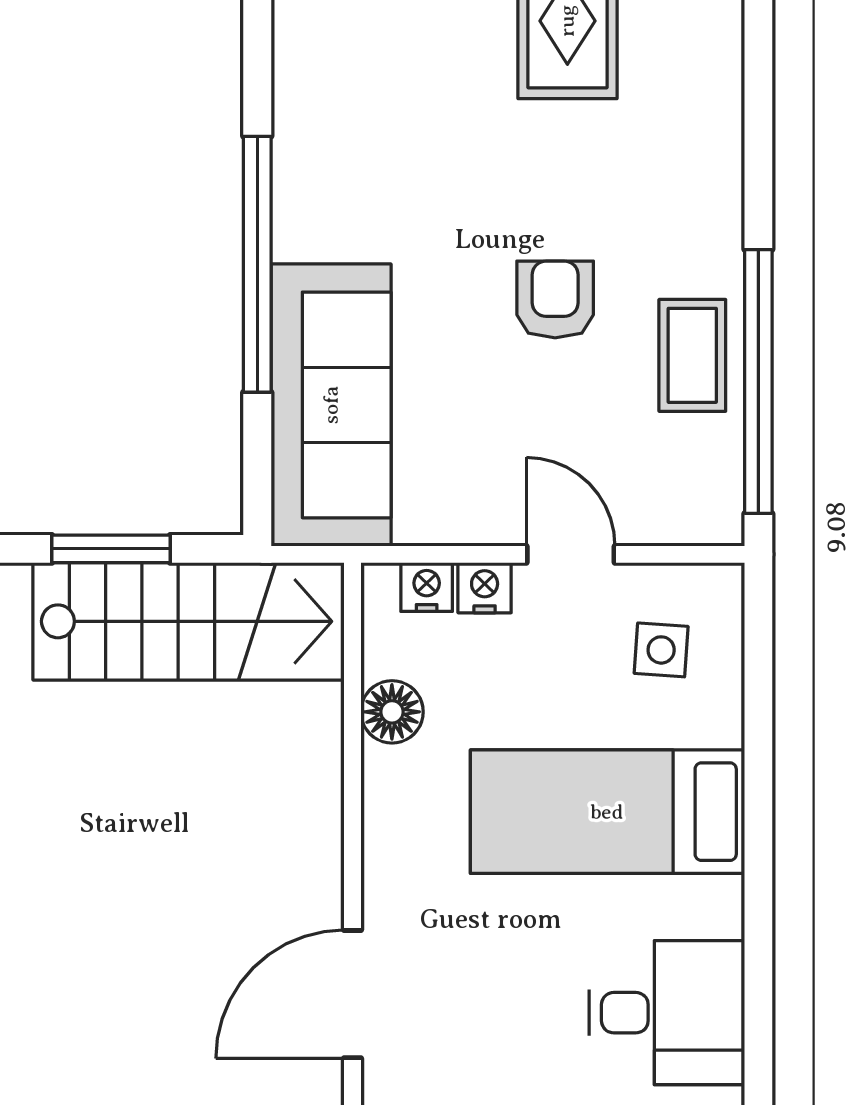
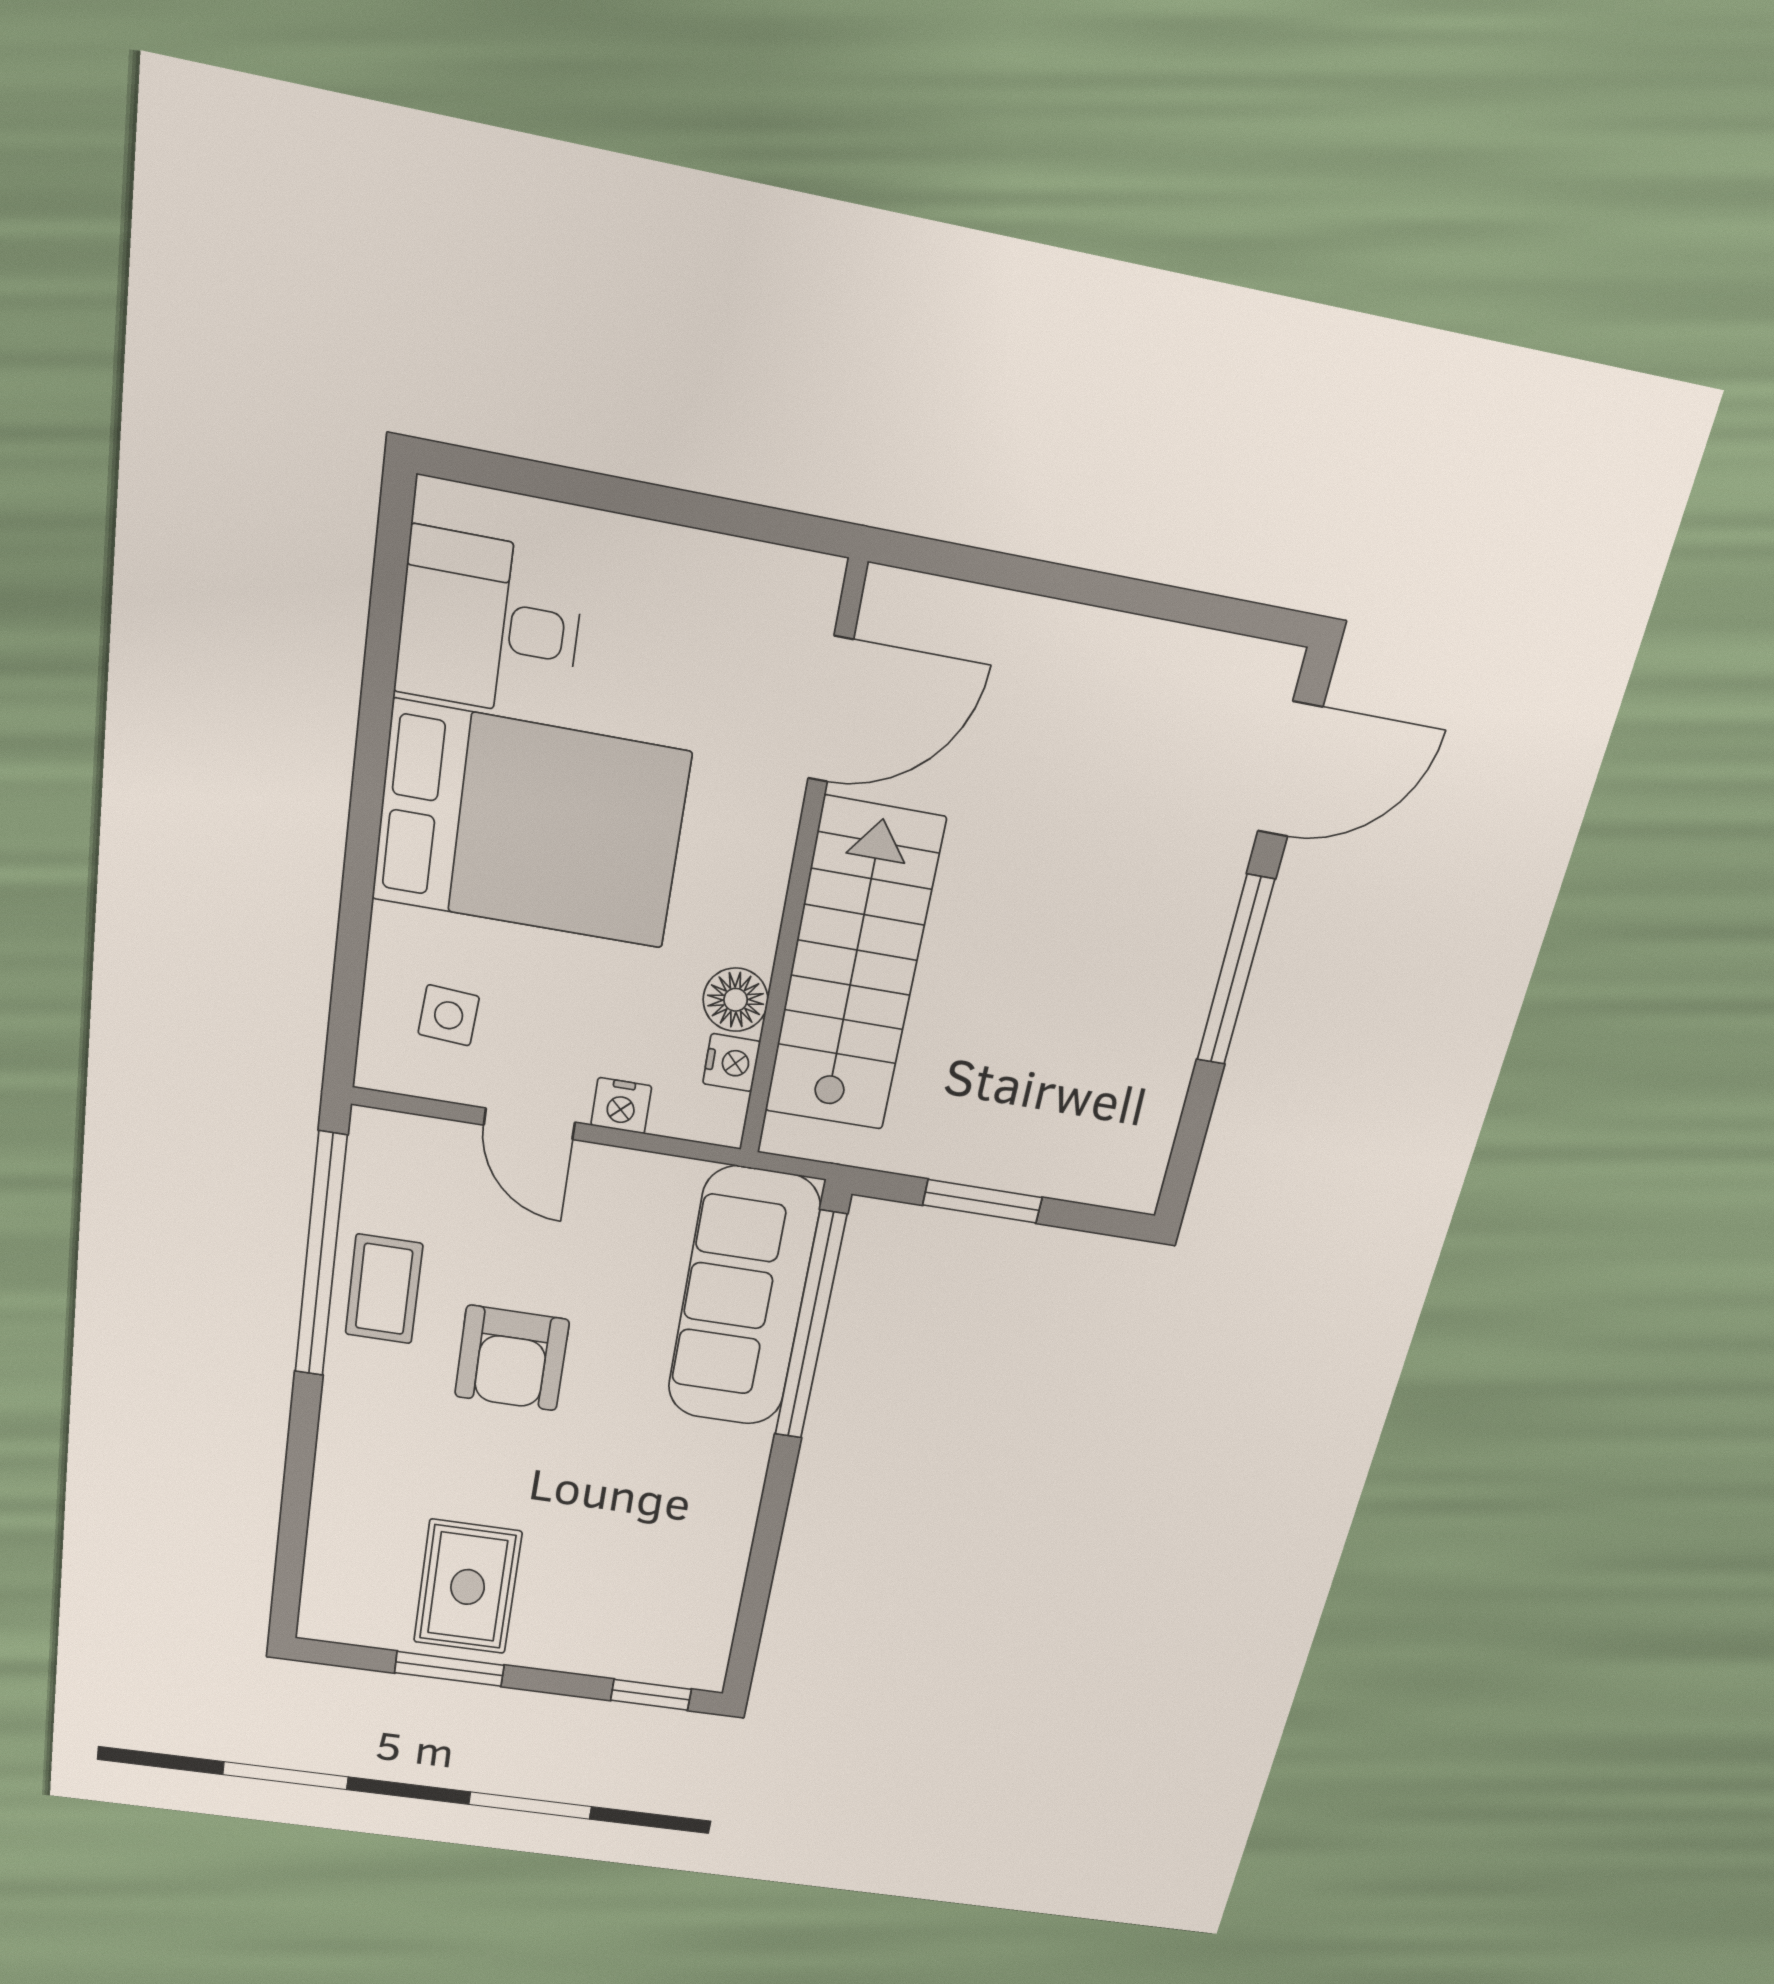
window: (257, 264) -> (810, 1326), moved
armchair: (555, 299) -> (512, 1358), width x1.38, depth x1.38
nightstand: (427, 587) -> (732, 1063), moved, turned -90
stairs: (189, 621) -> (854, 967), moved, turned 90
bed: (607, 812) -> (531, 826), width x1.50

